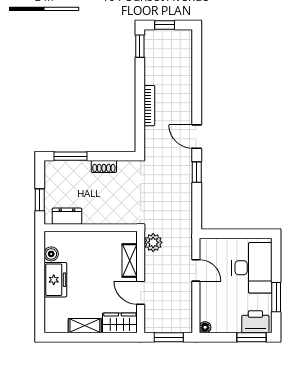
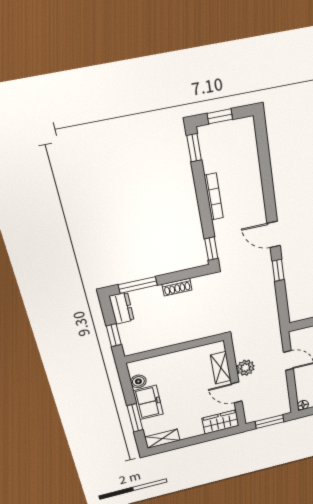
bookcase: (149, 106) -> (214, 197), moved
window: (140, 137) -> (211, 249), added
dresser: (67, 216) -> (122, 308), moved, turned 90
plant: (153, 242) -> (245, 368), moved
window: (40, 294) -> (135, 418), added
shelving: (85, 326) -> (162, 439), moved

